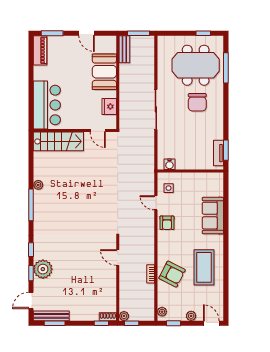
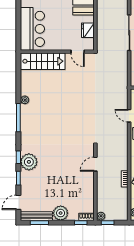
door: (118, 257) -> (95, 164), hinge flipped
plant: (43, 269) -> (29, 162), moved
plant: (79, 312) -> (61, 213), added

